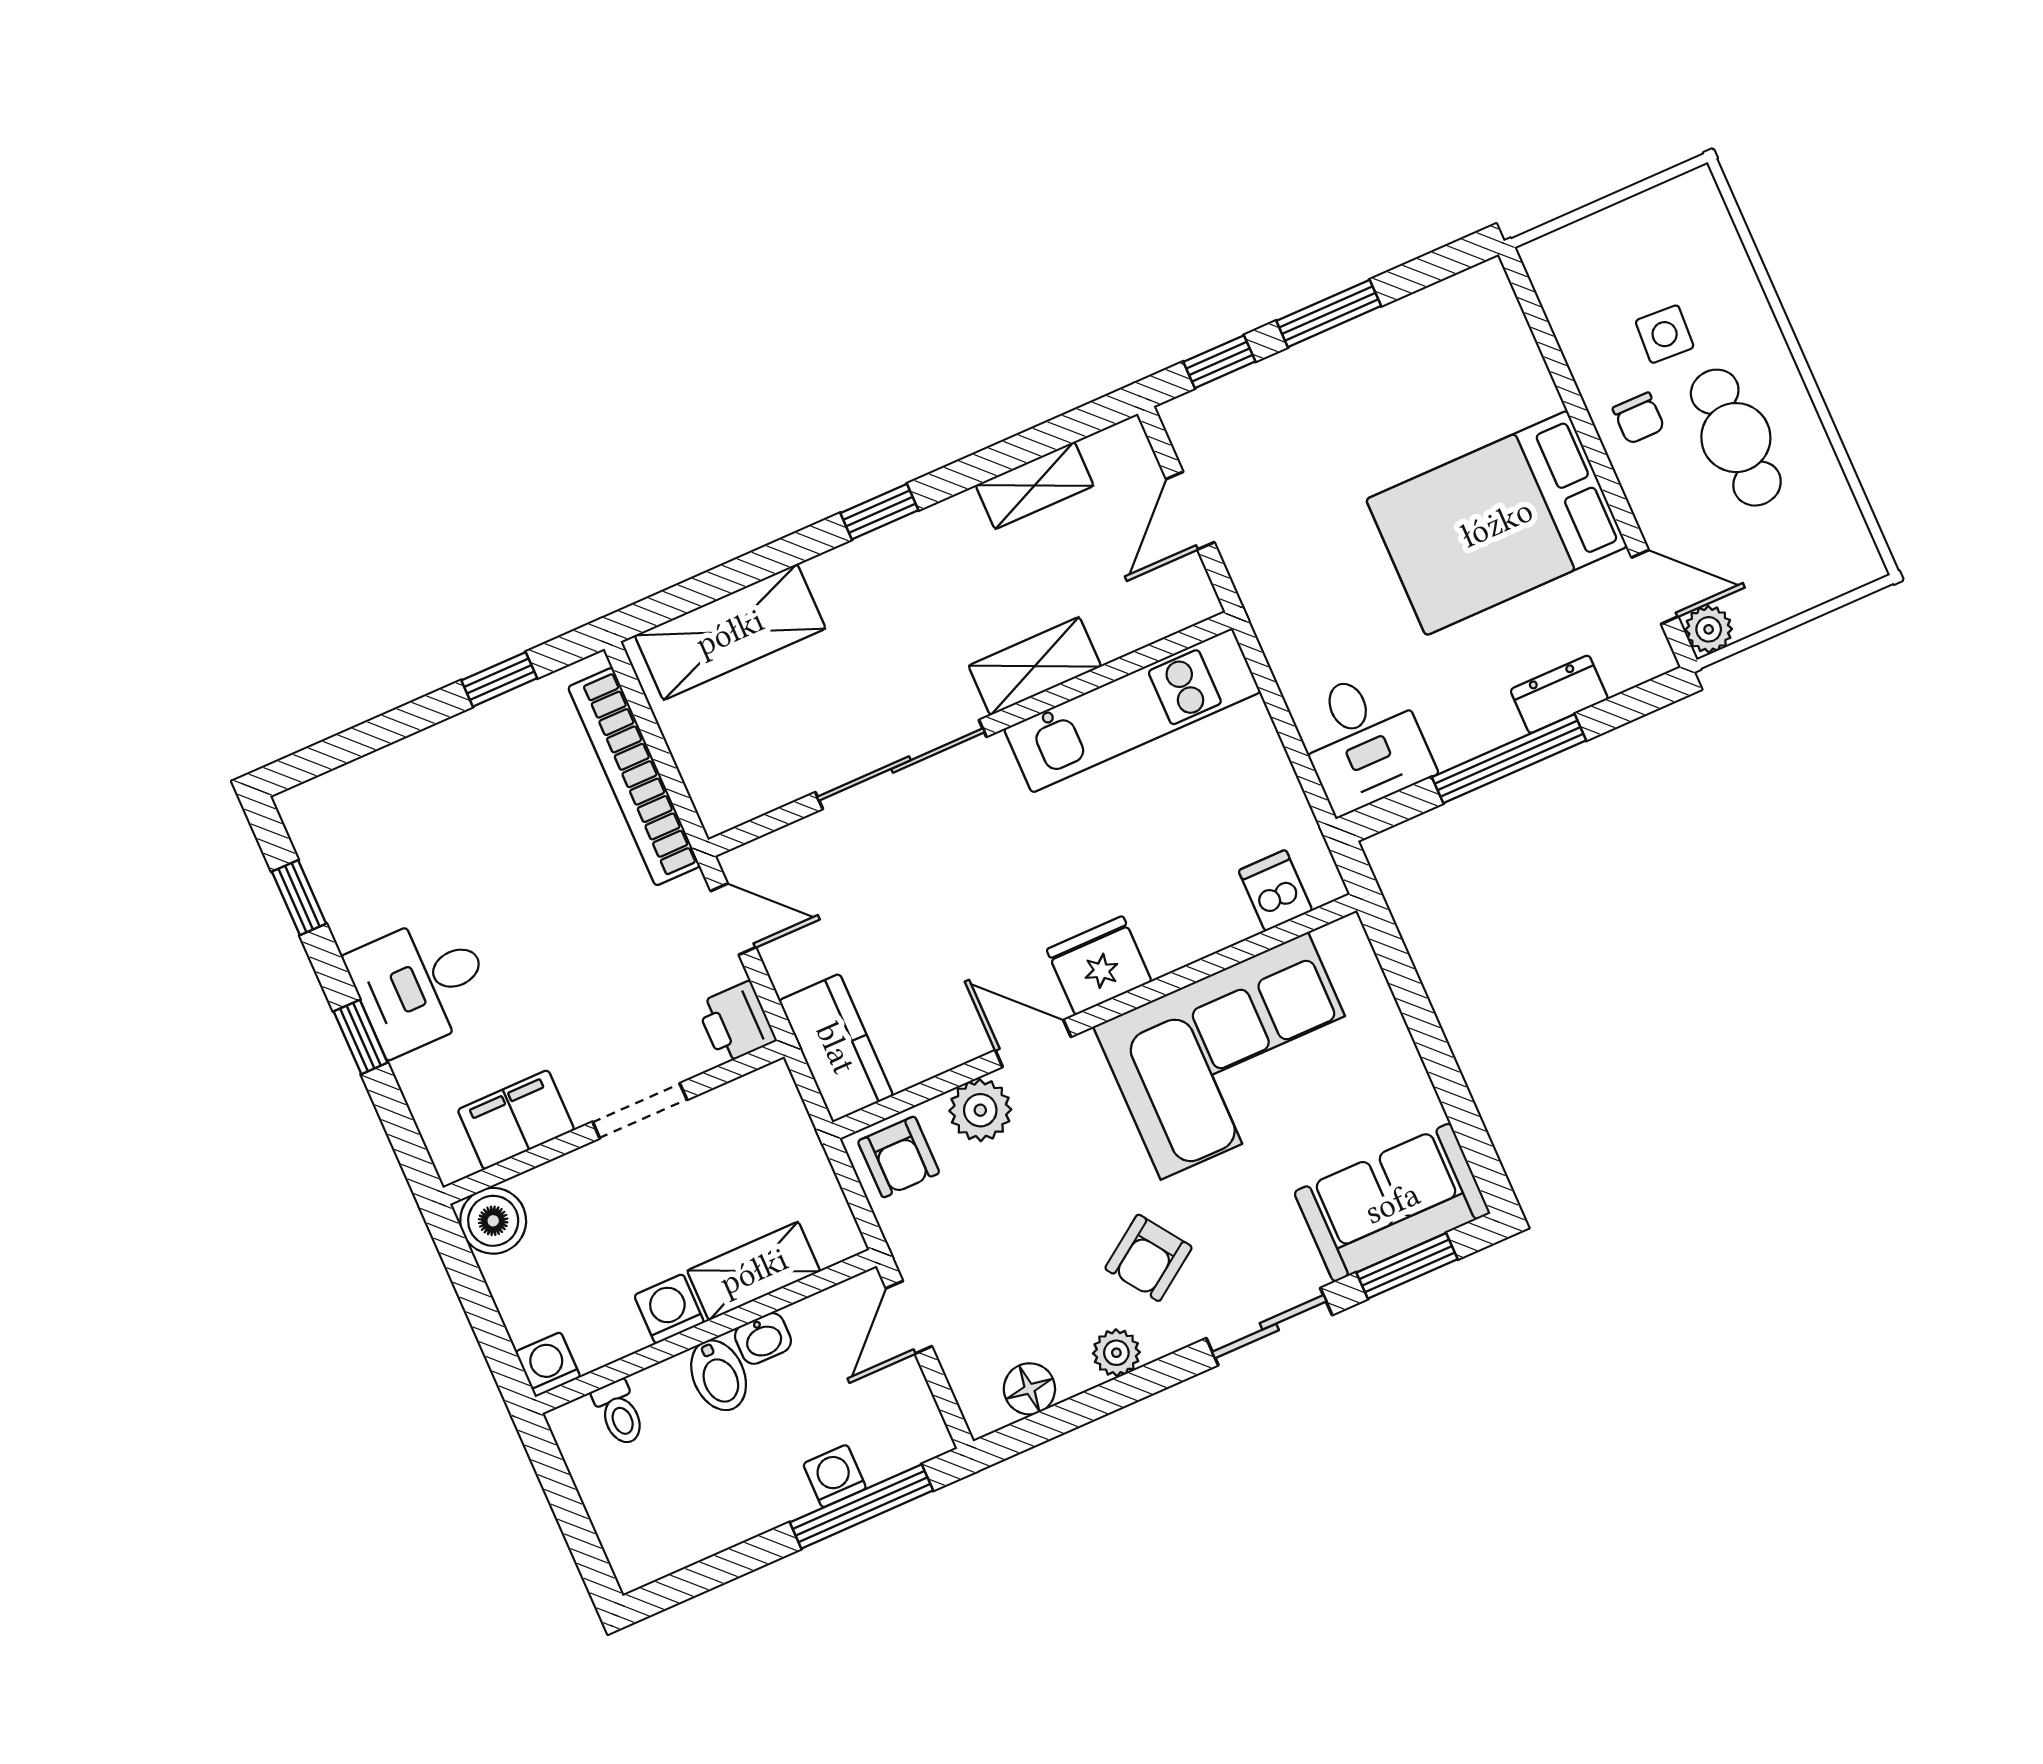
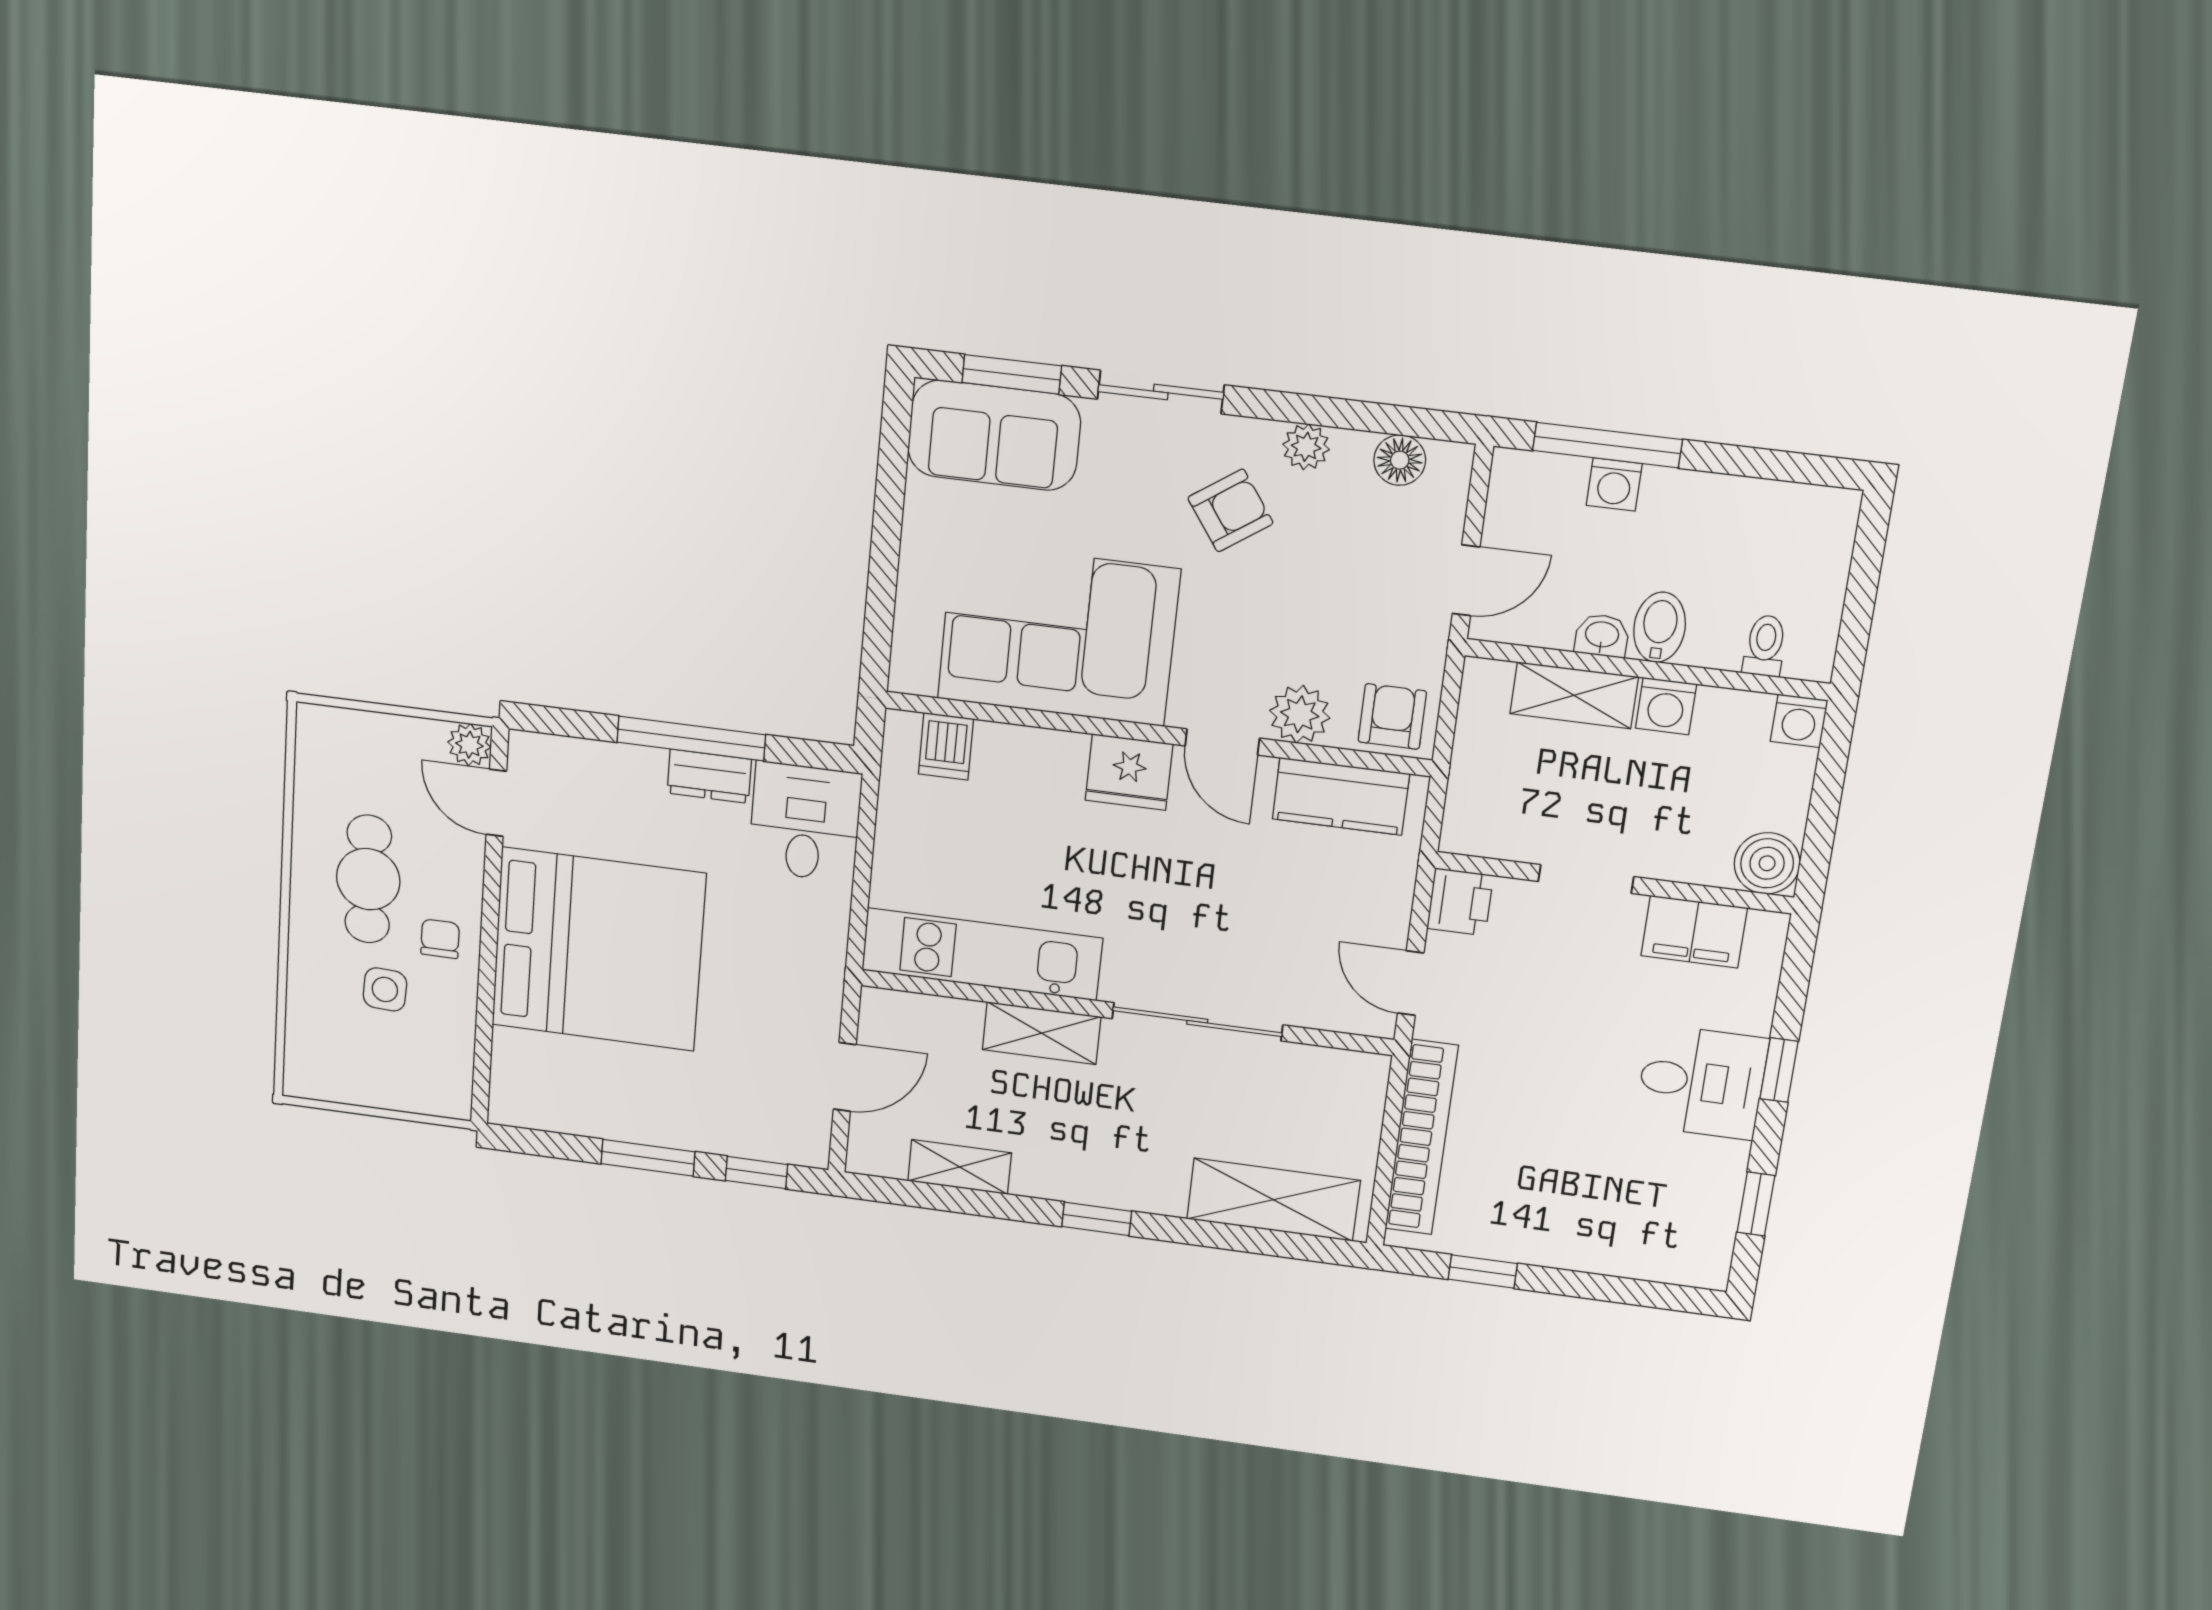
bed: (1497, 523) -> (598, 950), width x1.36
dresser: (1559, 694) -> (709, 776), moved
kitchen counter: (836, 1048) -> (1341, 796), moved, turned -90

